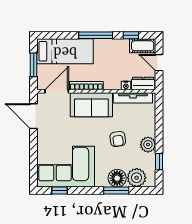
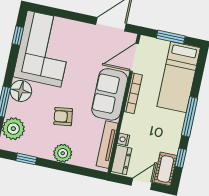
door: (57, 91) -> (134, 57), swing flipped
plant: (148, 145) -> (63, 153), moved
floor lamp: (117, 178) -> (21, 91), moved

